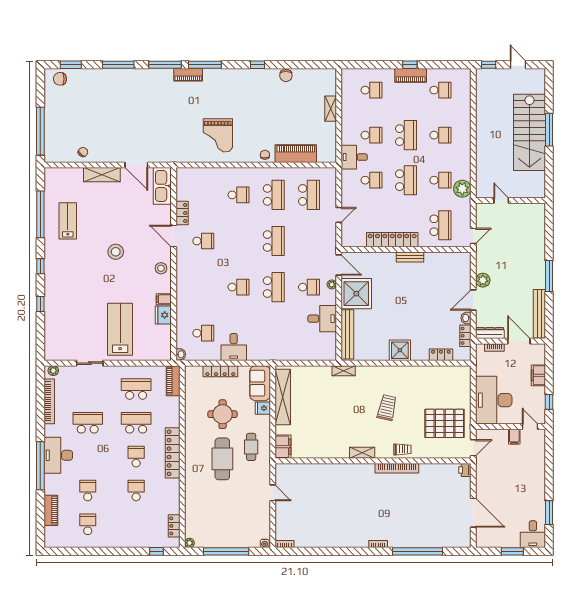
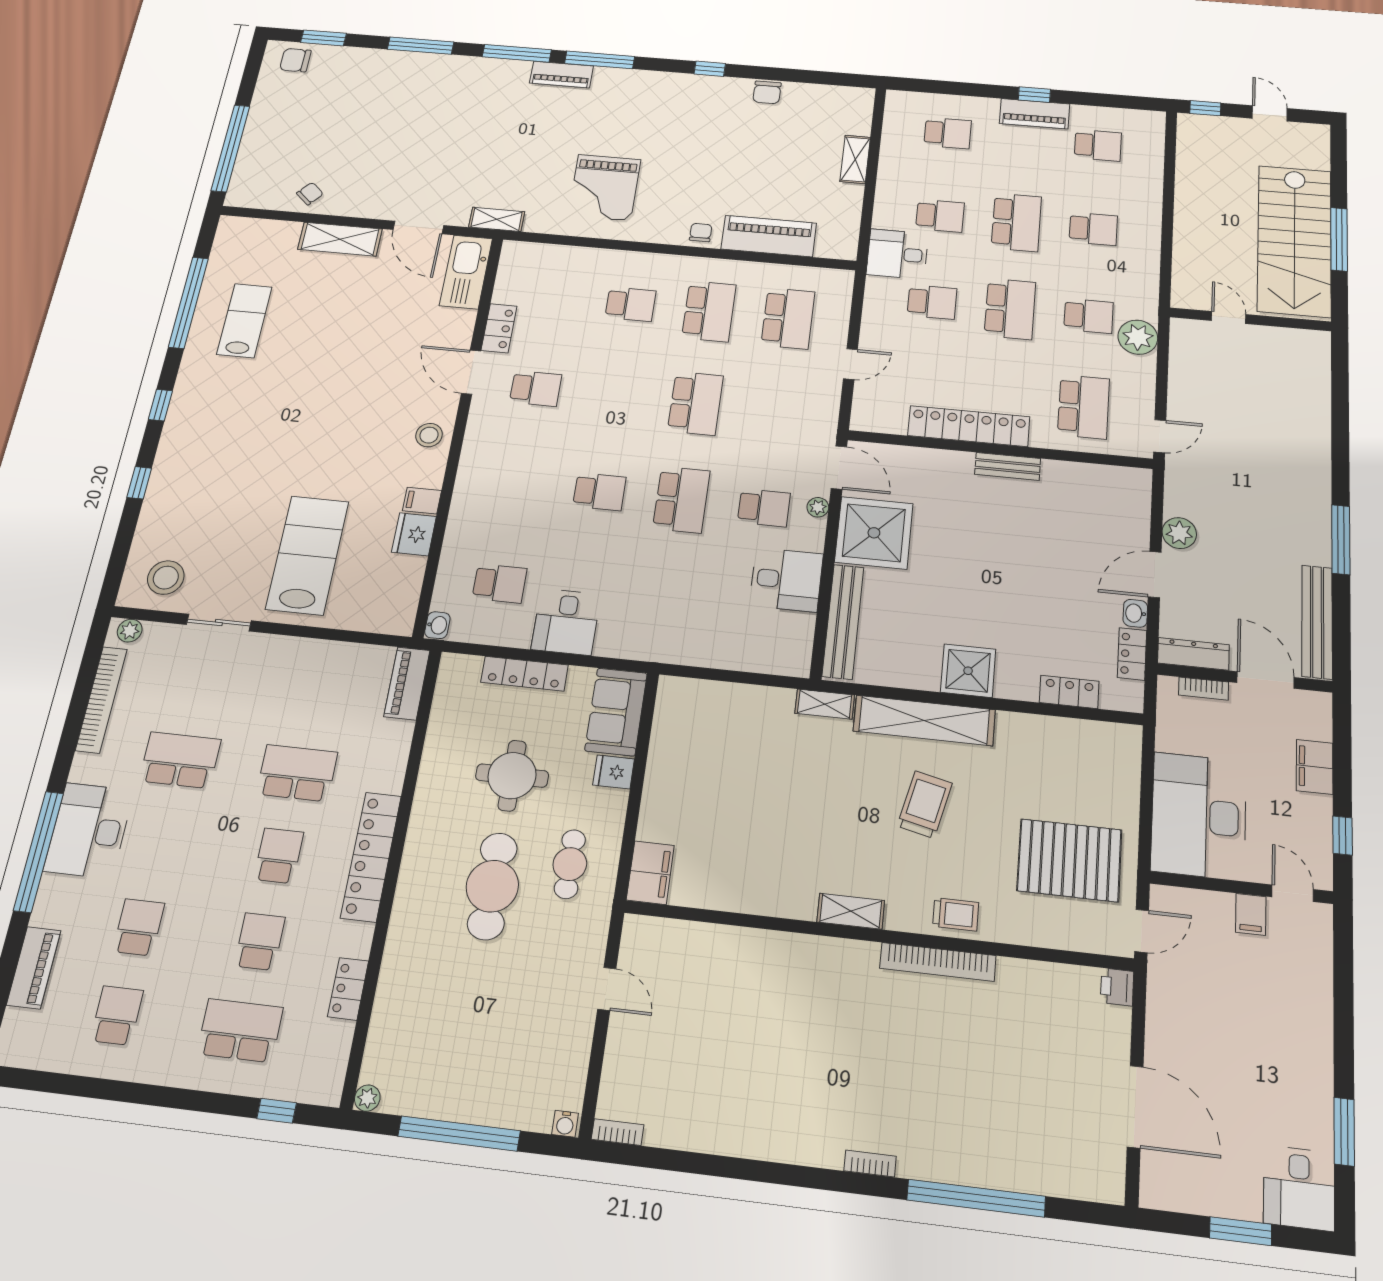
shelving: (171, 157) -> (497, 219), added
door: (501, 200) -> (1229, 318), moved
wall: (511, 200) -> (1250, 319), moved
stool: (116, 252) -> (166, 578), moved
school desk: (136, 389) -> (240, 1030), moved
shelving: (283, 397) -> (924, 720), moved, turned 90
locker: (174, 526) -> (348, 989), moved

